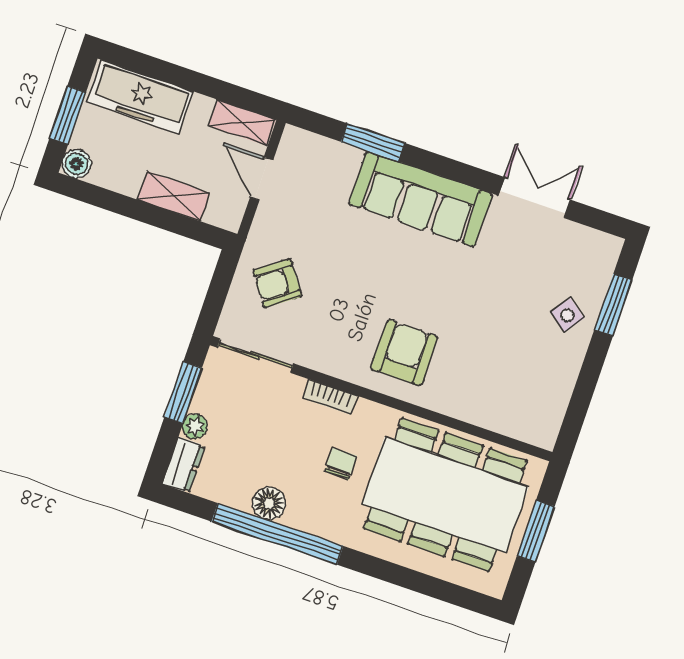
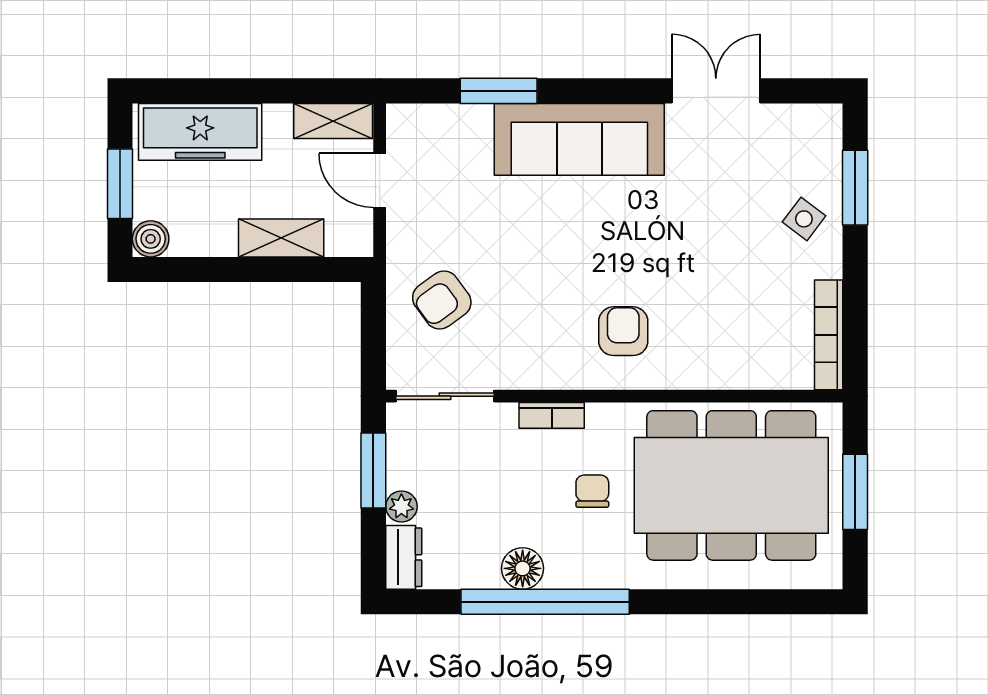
armchair: (404, 353) -> (623, 331), width x0.72, depth x0.72
bookcase: (556, 408) -> (829, 335), added

